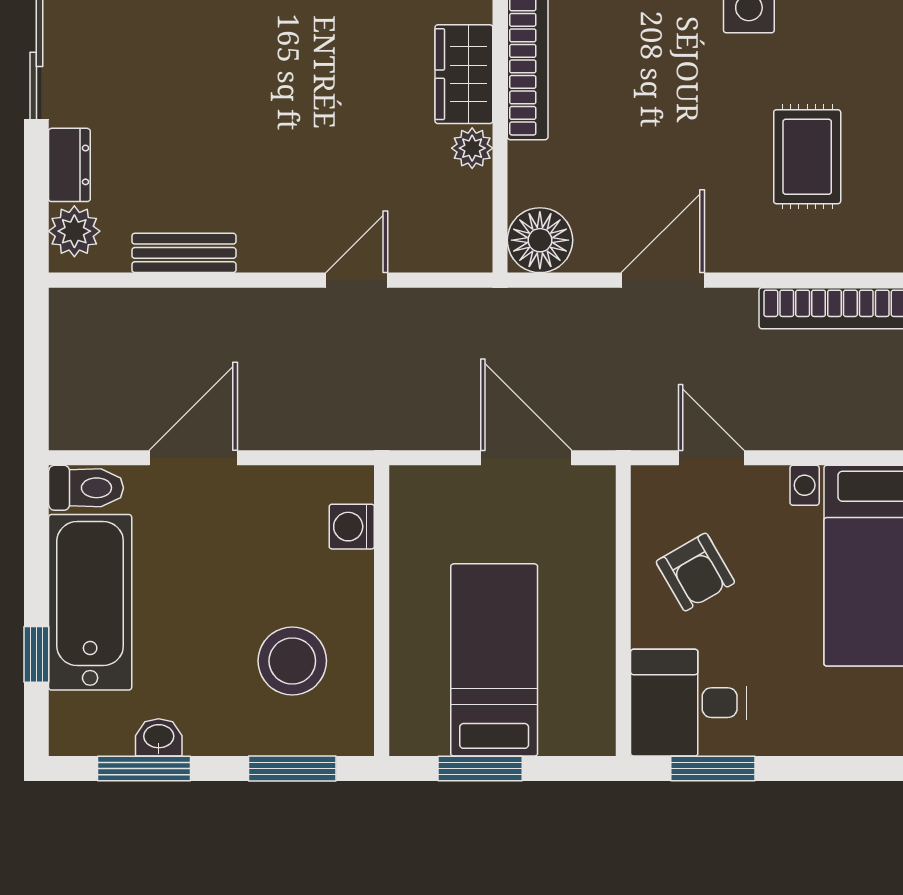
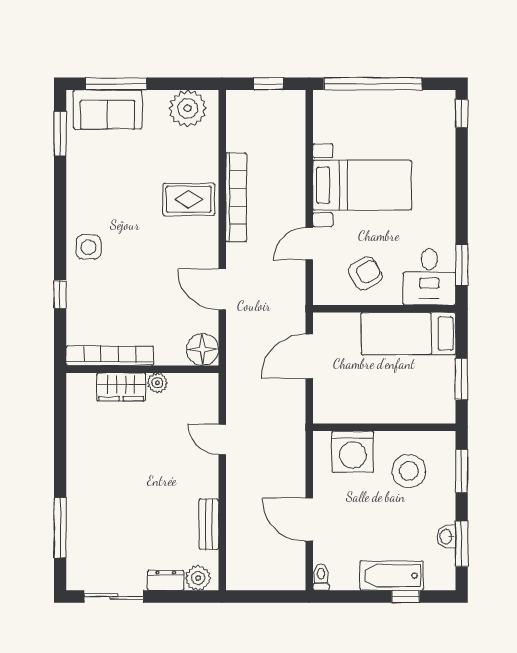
rug: (807, 157) -> (189, 199), moved
door: (711, 458) -> (309, 244), moved
toilet: (86, 488) -> (321, 577), width x0.73, depth x0.72
washing machine: (352, 527) -> (353, 452), width x1.89, depth x1.89
bathtub: (90, 602) -> (392, 576), width x0.73, depth x0.73
bed: (494, 660) -> (408, 334), moved

